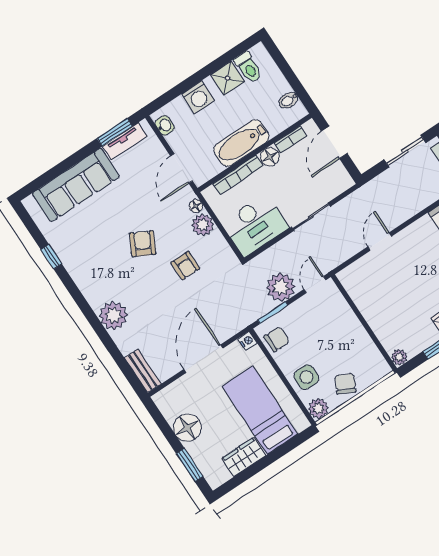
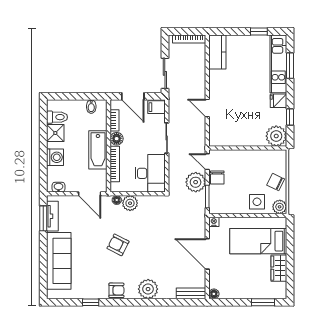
sliding door: (405, 151) -> (165, 73), moved
filing cabinet: (340, 180) -> (156, 107), added
armchair: (185, 266) -> (116, 290), moved
chair: (277, 339) -> (217, 177), moved, turned 180
plant: (399, 357) -> (276, 136), width x1.88, depth x1.88
floor lamp: (187, 428) -> (214, 294), moved, width x0.53, depth x0.53

